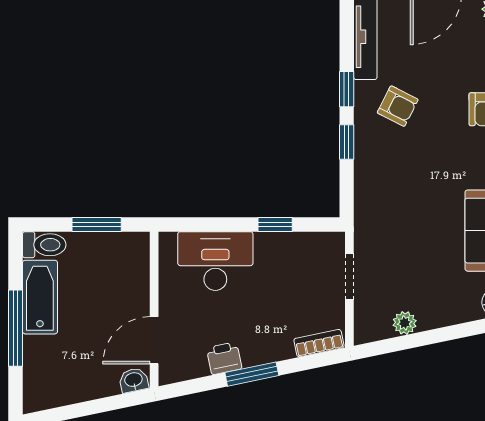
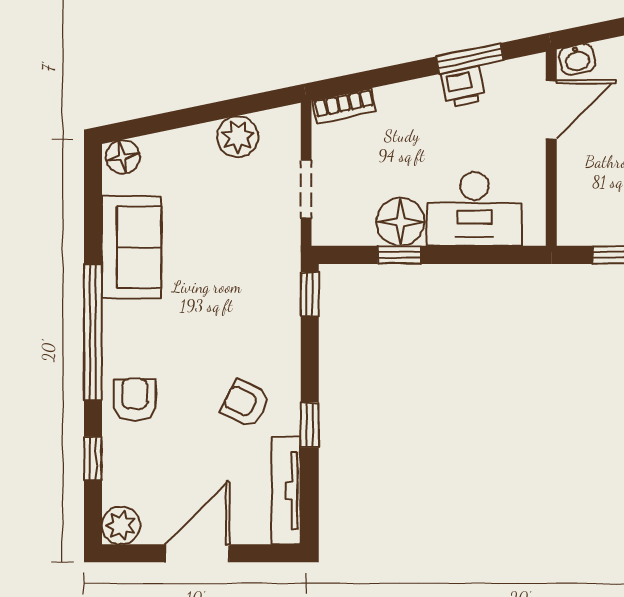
window: (347, 142) -> (310, 294), moved
floor lamp: (274, 251) -> (400, 222), added
plant: (405, 323) -> (238, 137), width x1.38, depth x1.38
window: (252, 374) -> (470, 58), moved

